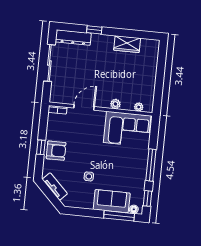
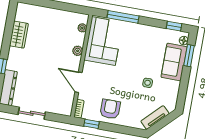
sliding door: (49, 63) -> (32, 113), width x0.73
window: (41, 147) -> (91, 124), moved
armchair: (56, 151) -> (110, 109), moved
window: (151, 165) -> (123, 17), moved
window: (119, 216) -> (189, 56), width x0.69

